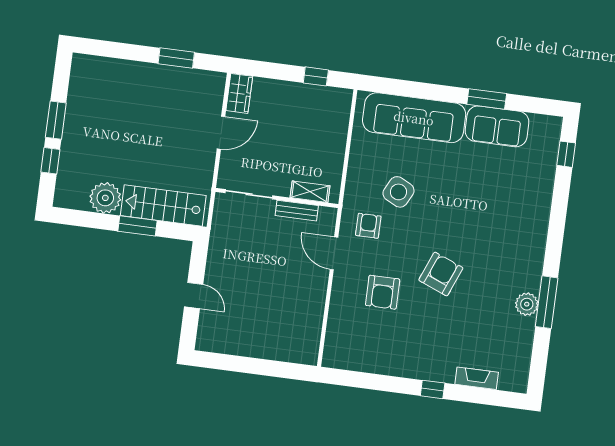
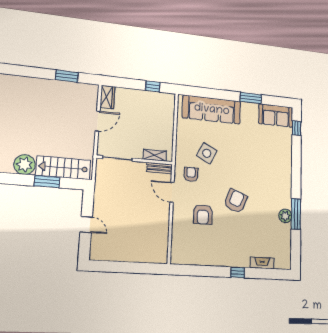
sofa: (497, 126) -> (276, 115), moved
bench: (297, 211) -> (159, 168), moved

